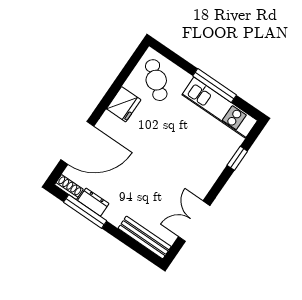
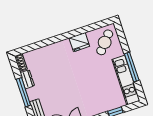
door: (77, 143) -> (42, 44), removed
window: (85, 211) -> (23, 92), moved

